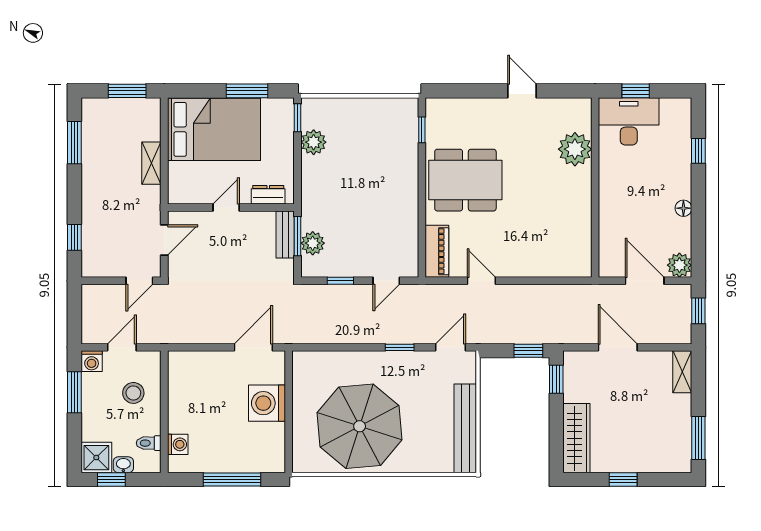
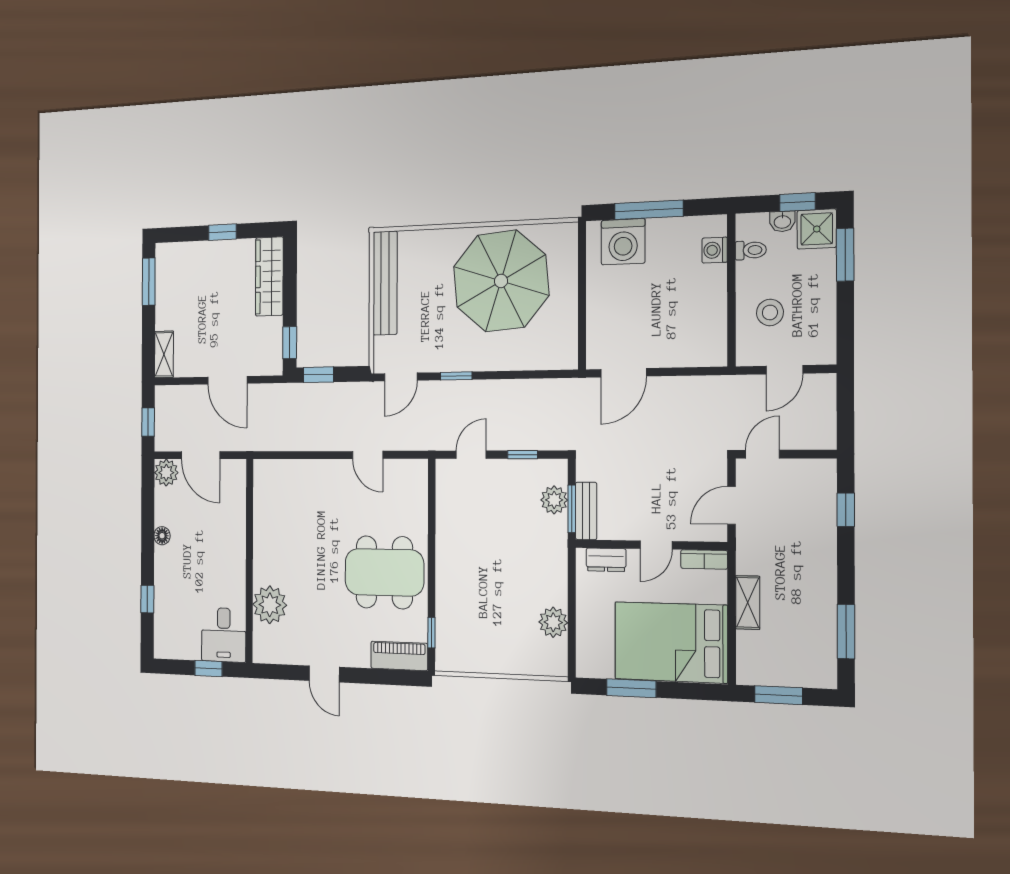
window: (298, 118) -> (572, 653), removed
desk: (629, 121) -> (224, 635), width x0.73
bookcase: (187, 197) -> (704, 559), added
piano: (437, 251) -> (399, 656), moved, turned 90
washing machine: (92, 361) -> (823, 351), removed
window: (74, 392) -> (845, 255), moved
washing machine: (267, 403) -> (623, 242), moved, turned 90

